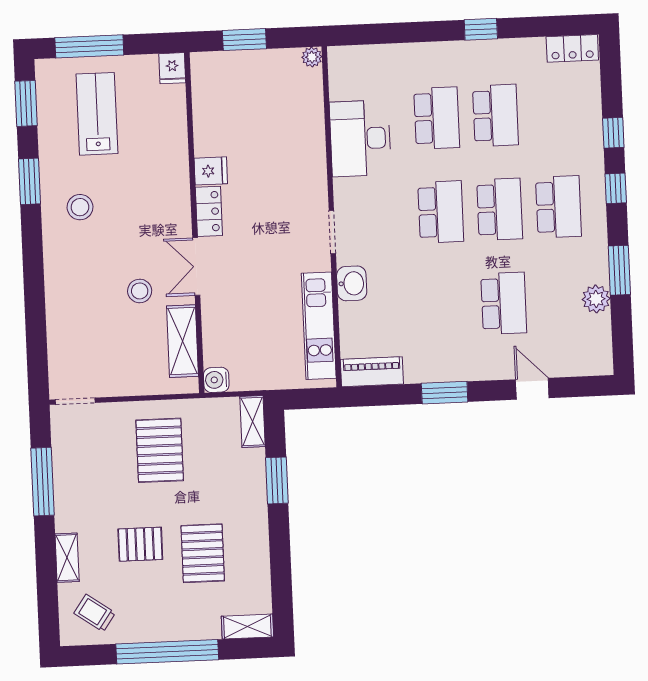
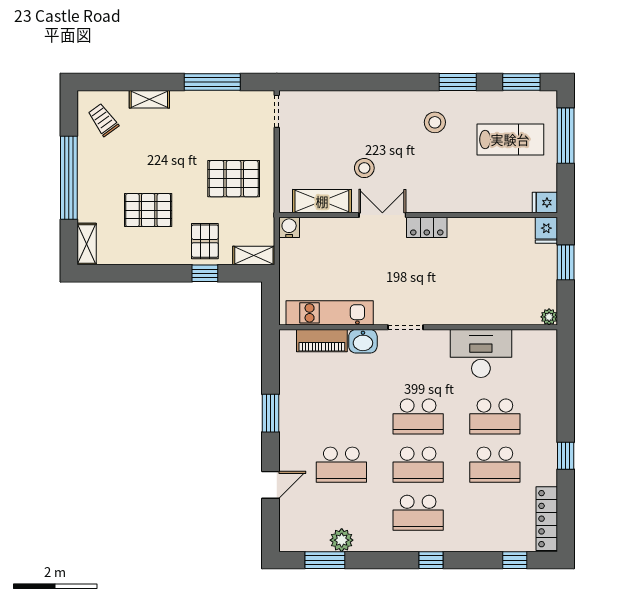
locker: (572, 48) -> (547, 519), width x1.53
window: (613, 133) -> (515, 560), moved
fridge: (211, 171) -> (546, 230), moved
window: (619, 270) -> (325, 560), moved
piano: (372, 372) -> (322, 341), moved, turned 90
window: (277, 480) -> (205, 273), width x0.67
pallet: (140, 544) -> (205, 241), moved
trolley: (95, 613) -> (103, 120), turned -71

